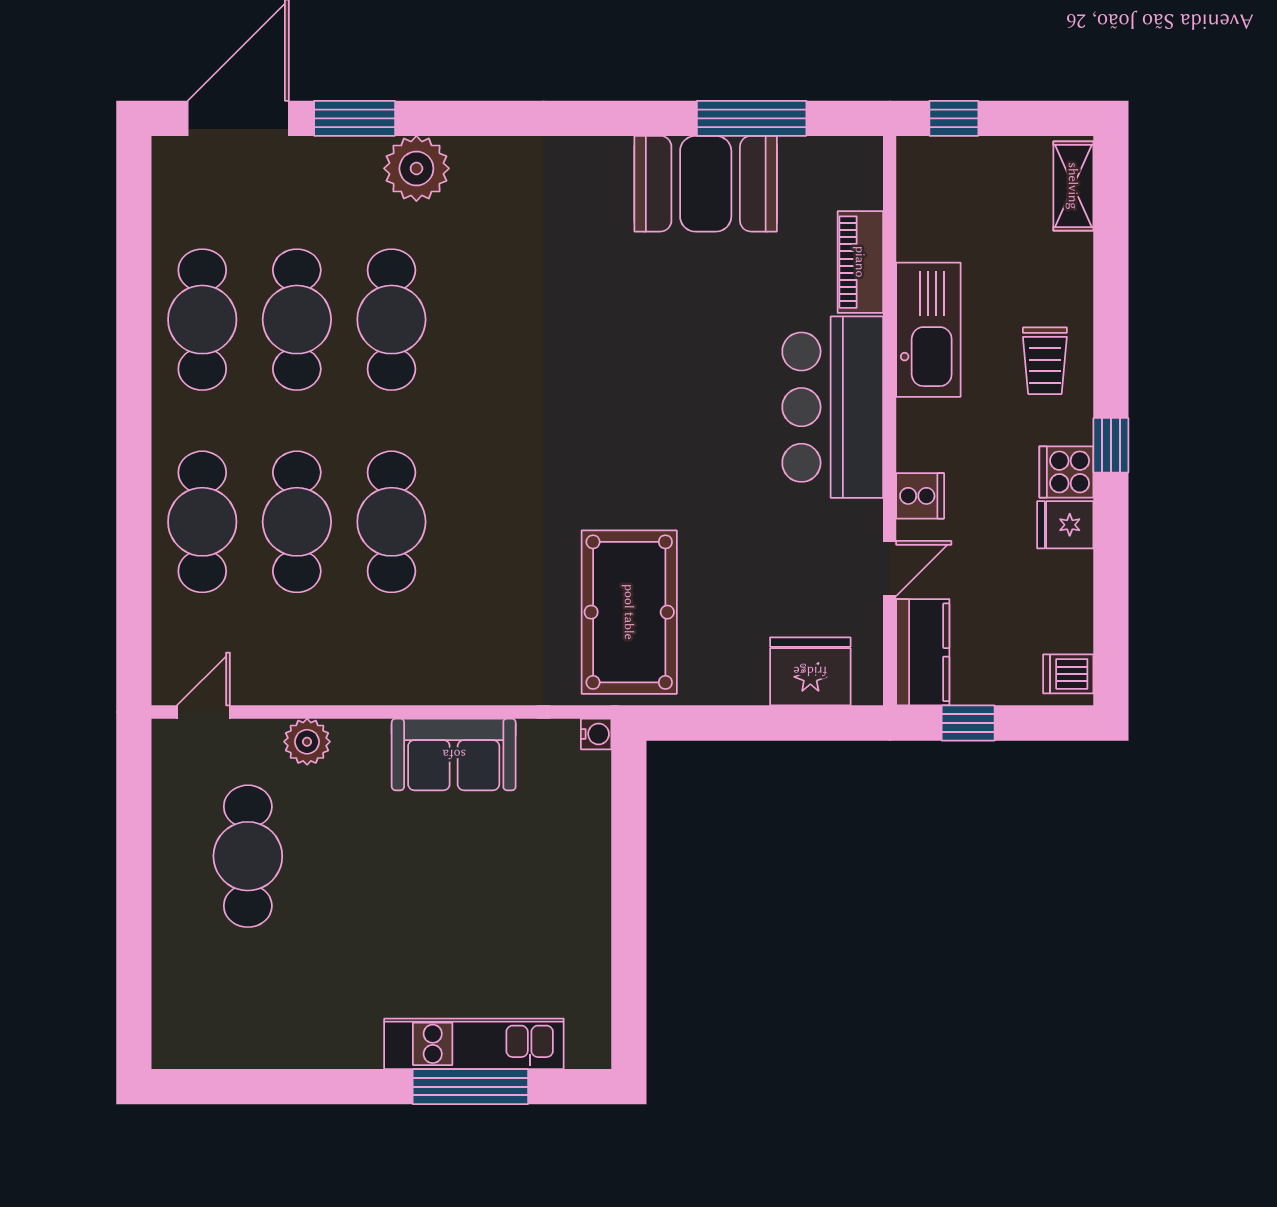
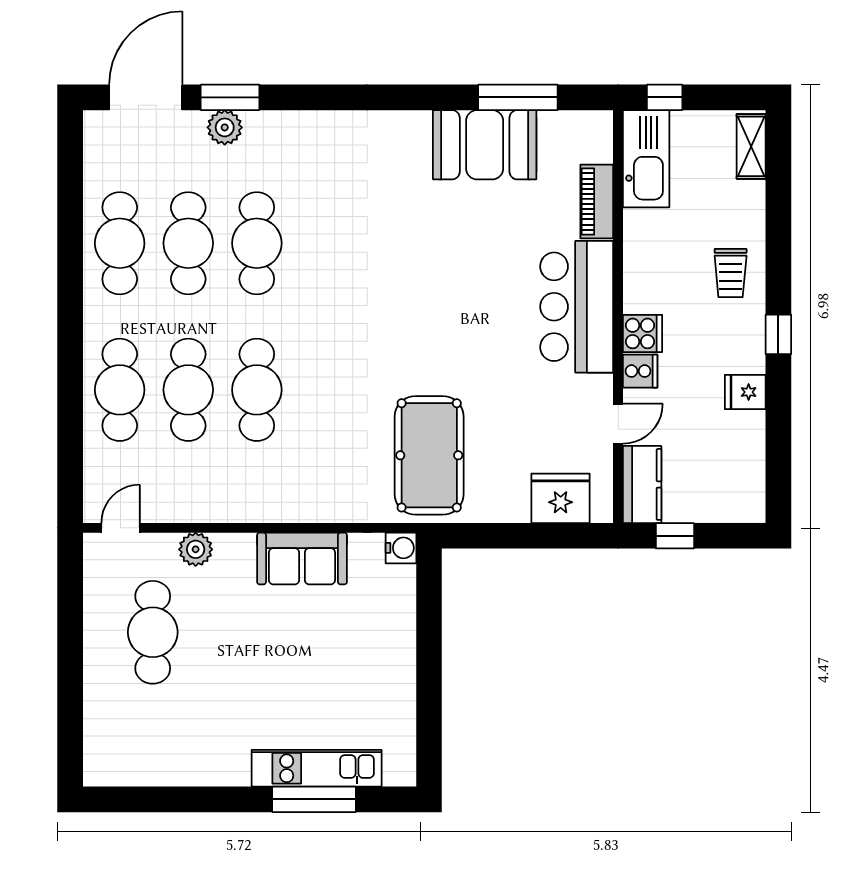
plant: (416, 168) -> (225, 127), moved, width x0.73, depth x0.73
kitchen sink: (928, 330) -> (646, 159), moved
cooker: (1066, 472) -> (642, 333), moved, turned 180
dishwasher: (1068, 674) -> (747, 500), removed
water cooler: (596, 734) -> (401, 548), width x1.38, depth x1.38

